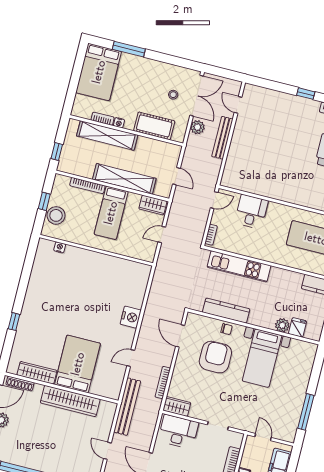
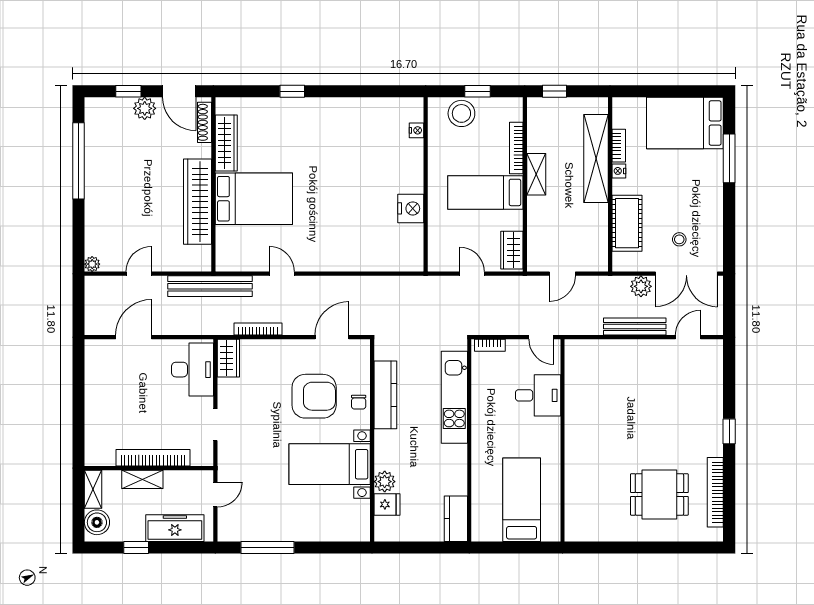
shelving: (124, 179) -> (536, 174), width x0.45, depth x0.75
nightstand: (131, 317) -> (411, 208), moved, turned -90

